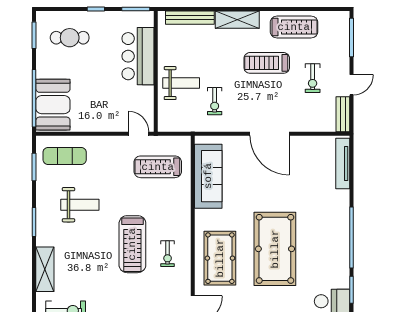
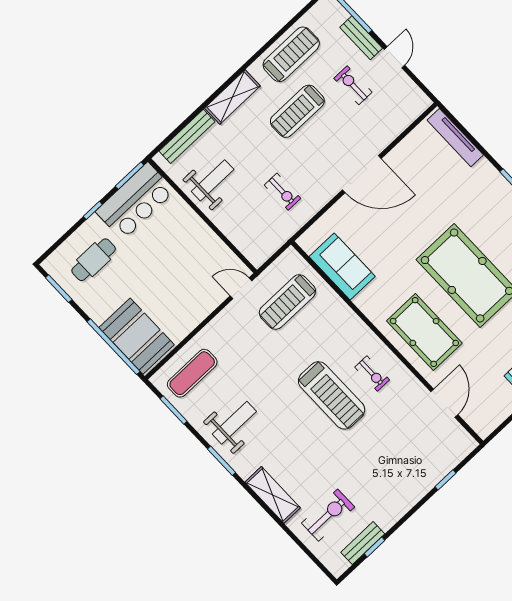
bar counter: (138, 56) -> (135, 201), moved, turned -90
exercise bike: (313, 78) -> (353, 85), turned 180
weight bench: (181, 83) -> (213, 180), moved
bench: (343, 114) -> (361, 38), moved
sofa: (208, 176) -> (342, 267), width x0.73
weight bench: (80, 205) -> (234, 423), moved

